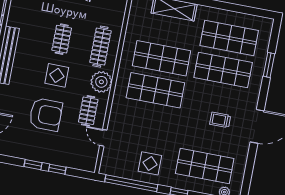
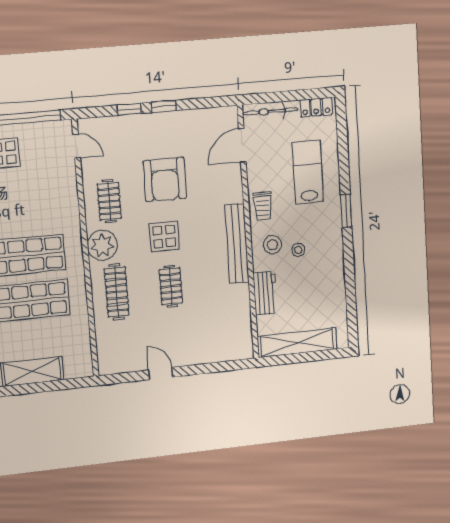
armchair: (46, 115) -> (165, 180), turned -90
door: (103, 138) -> (76, 146), moved

